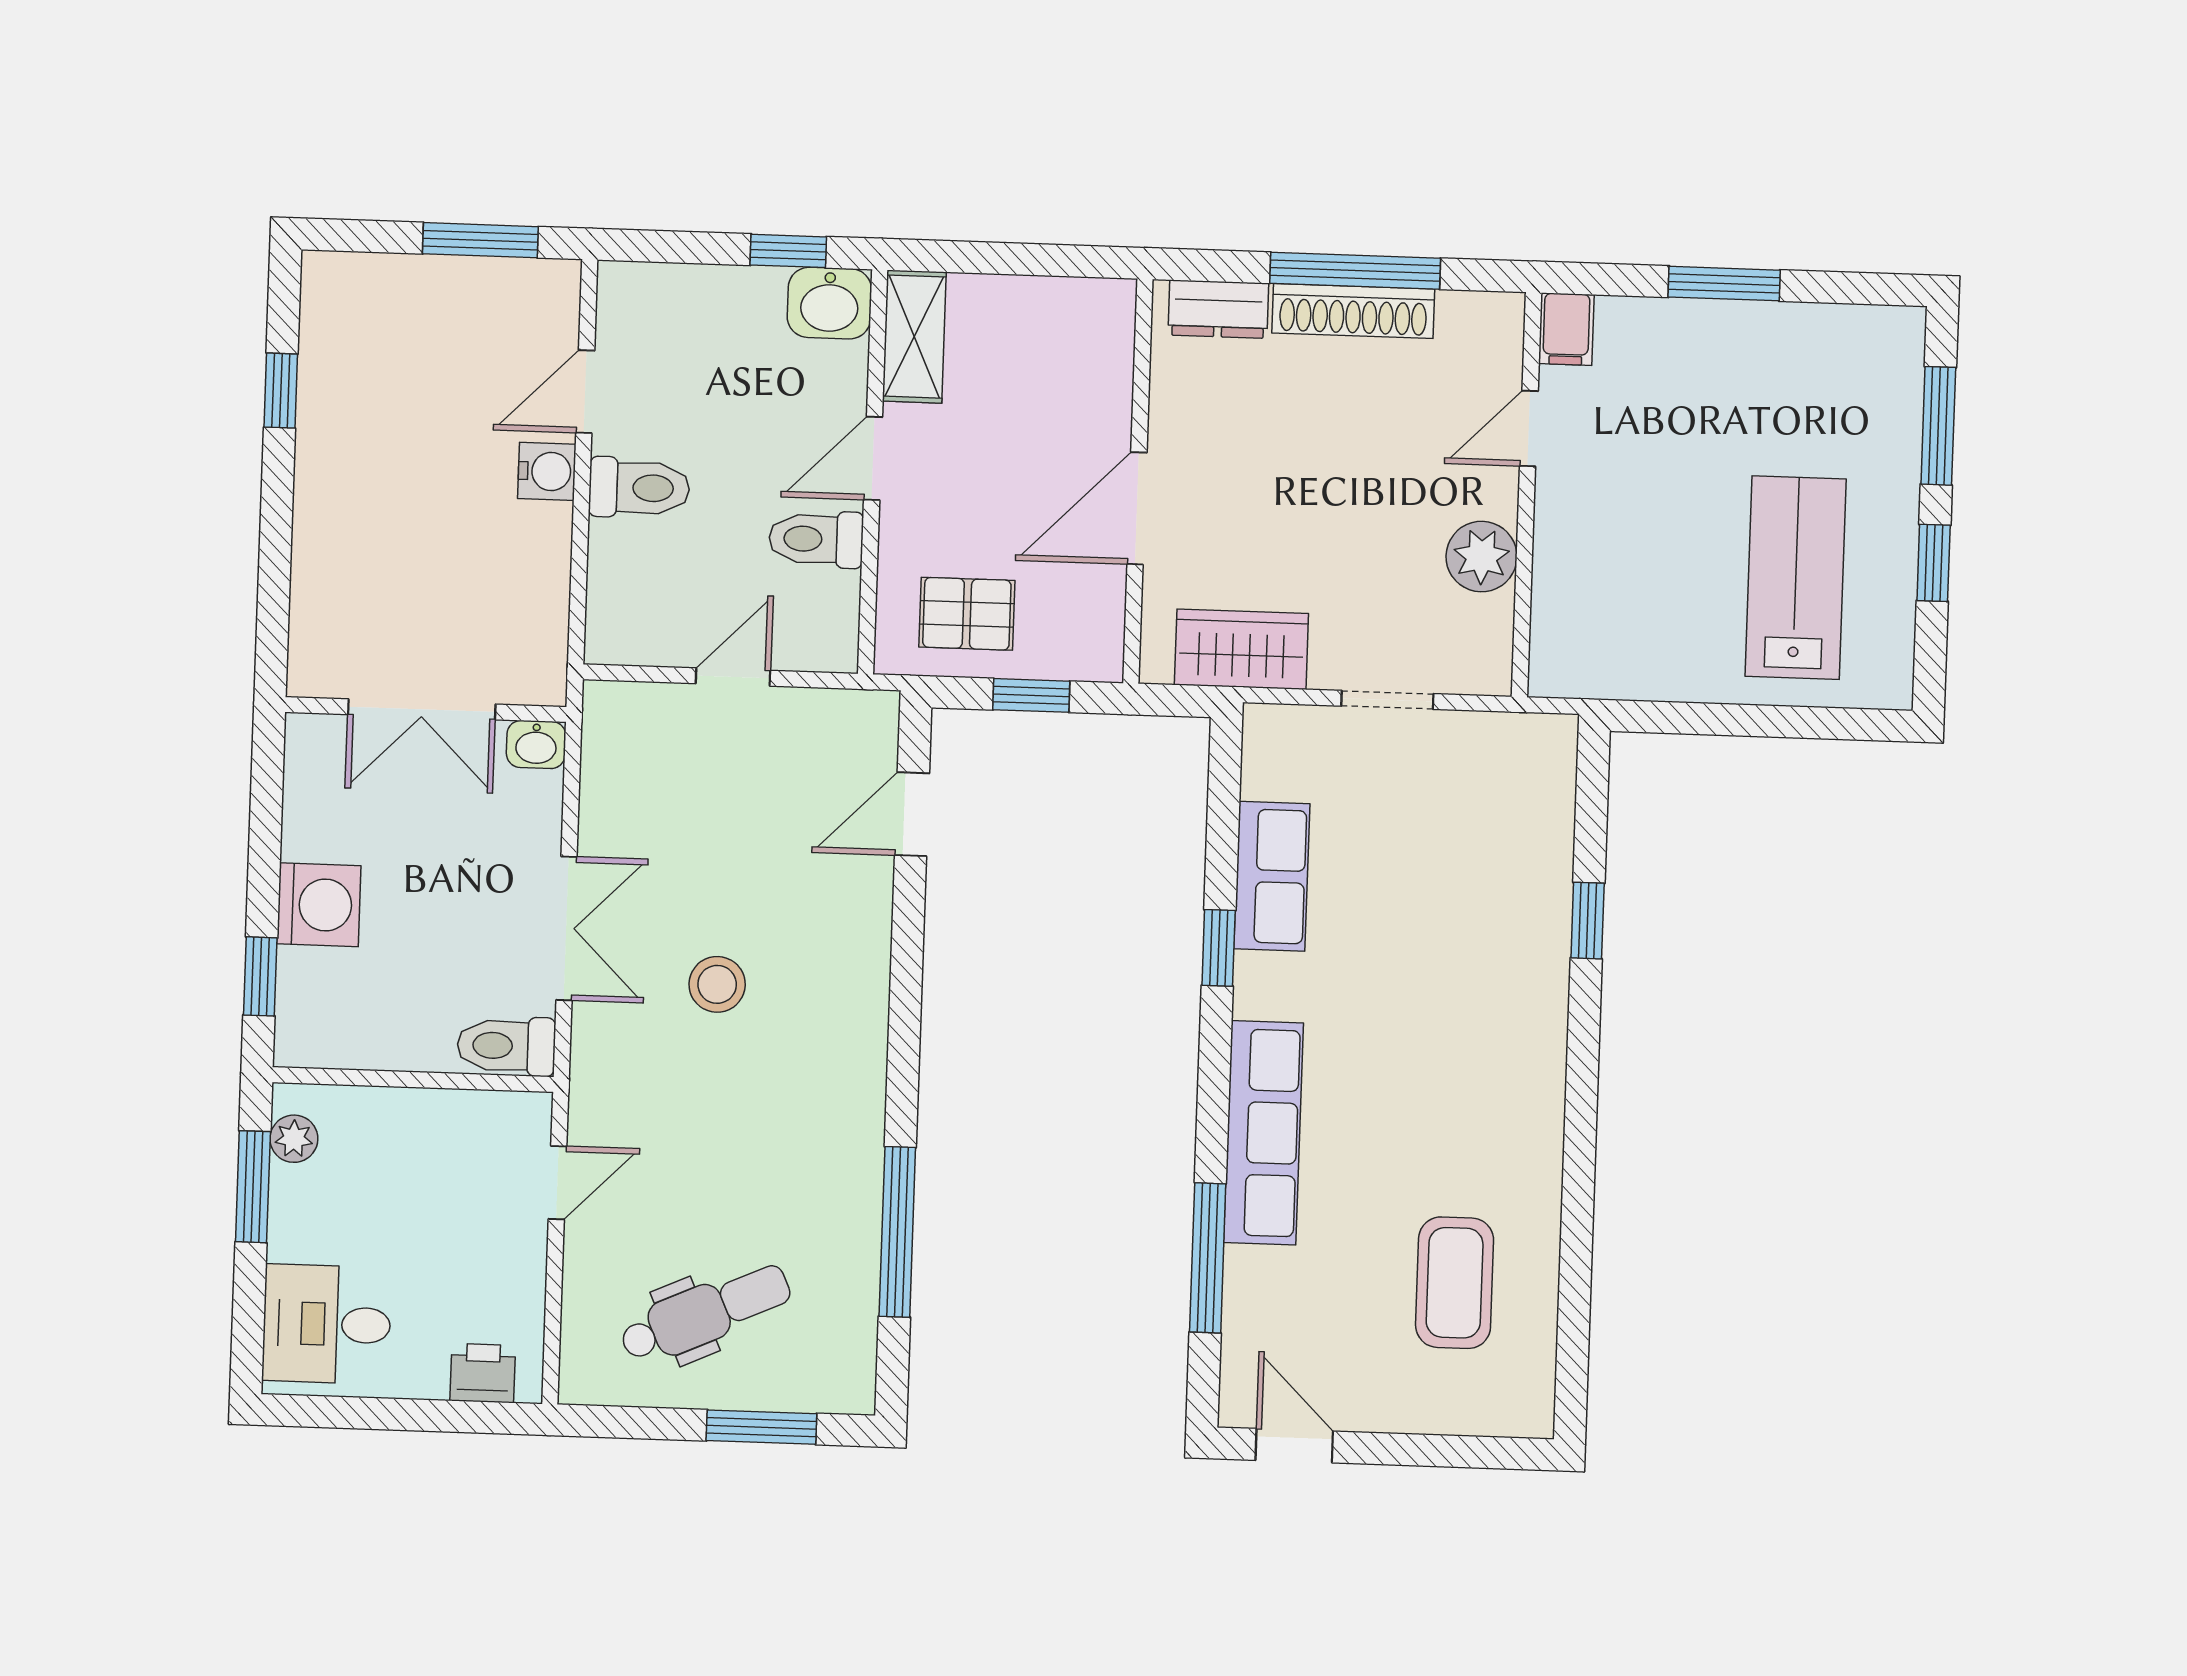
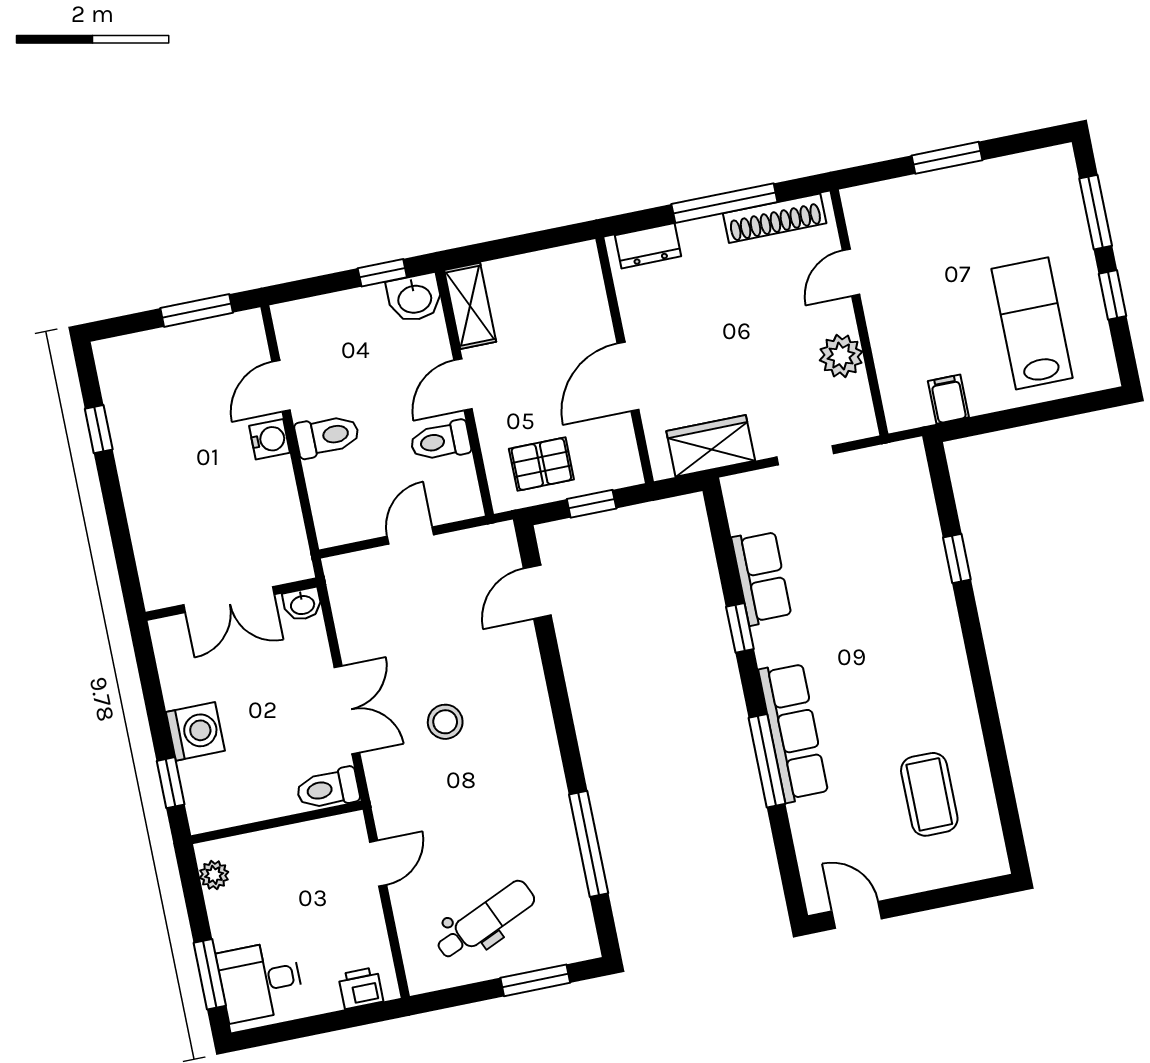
shoe rack: (1353, 311) -> (775, 218), moved
filing cabinet: (1566, 329) -> (948, 399), moved, turned 180
window: (253, 1187) -> (210, 974), moved
window: (1208, 1258) -> (767, 761), moved

